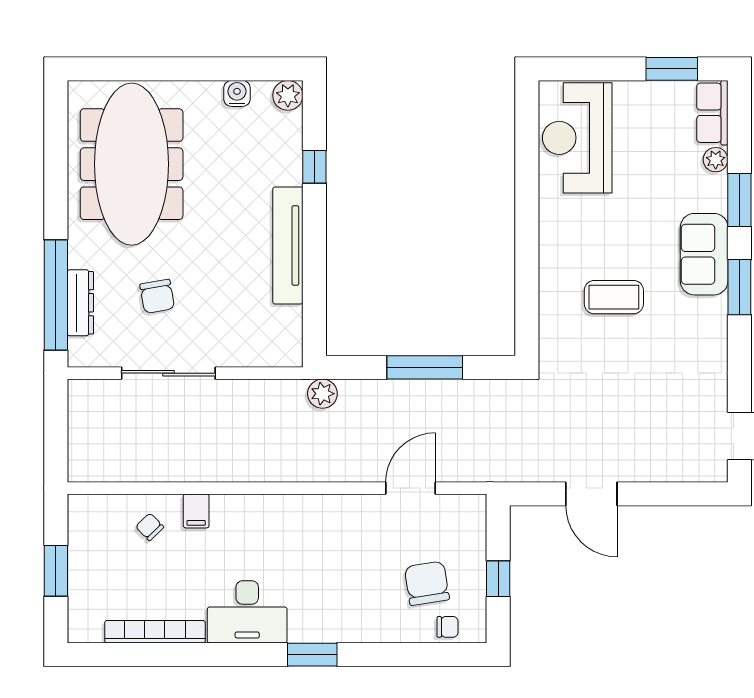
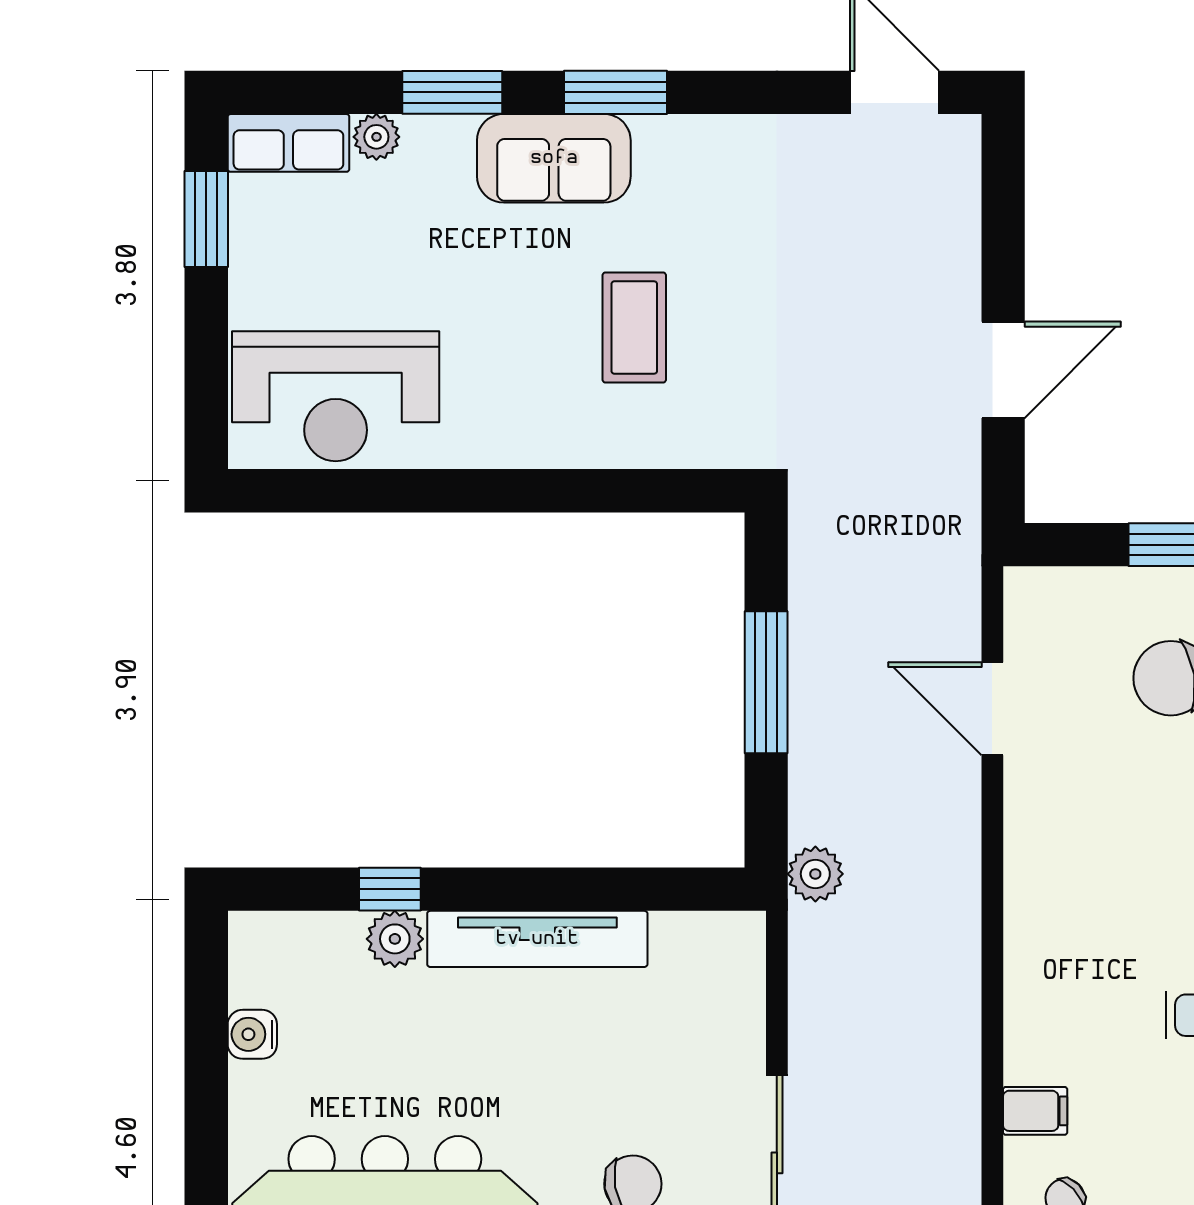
plant: (288, 95) -> (395, 939), moved

